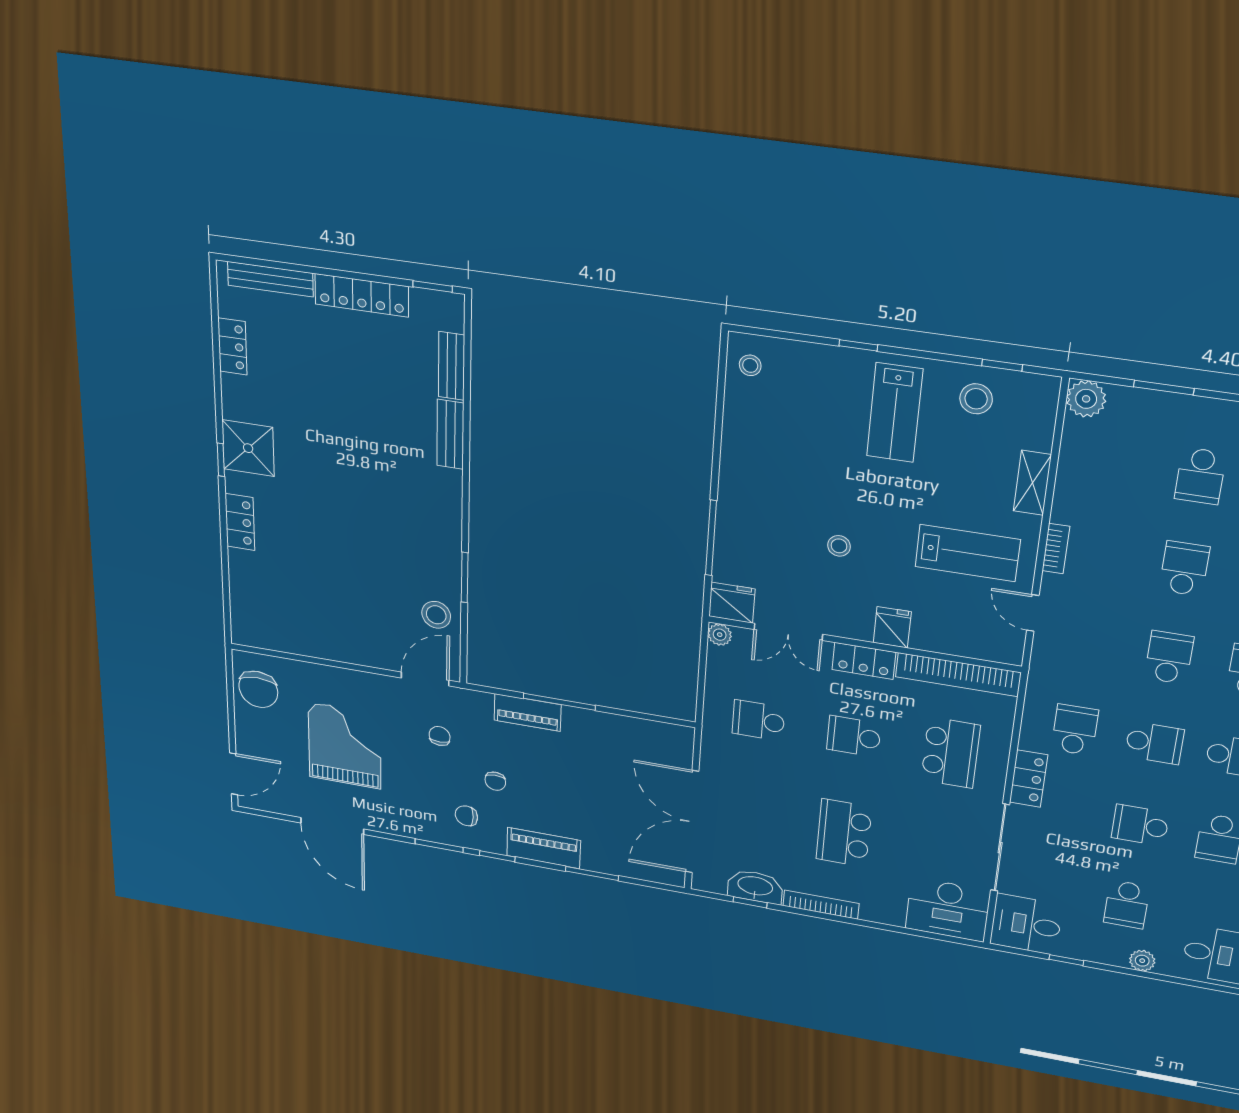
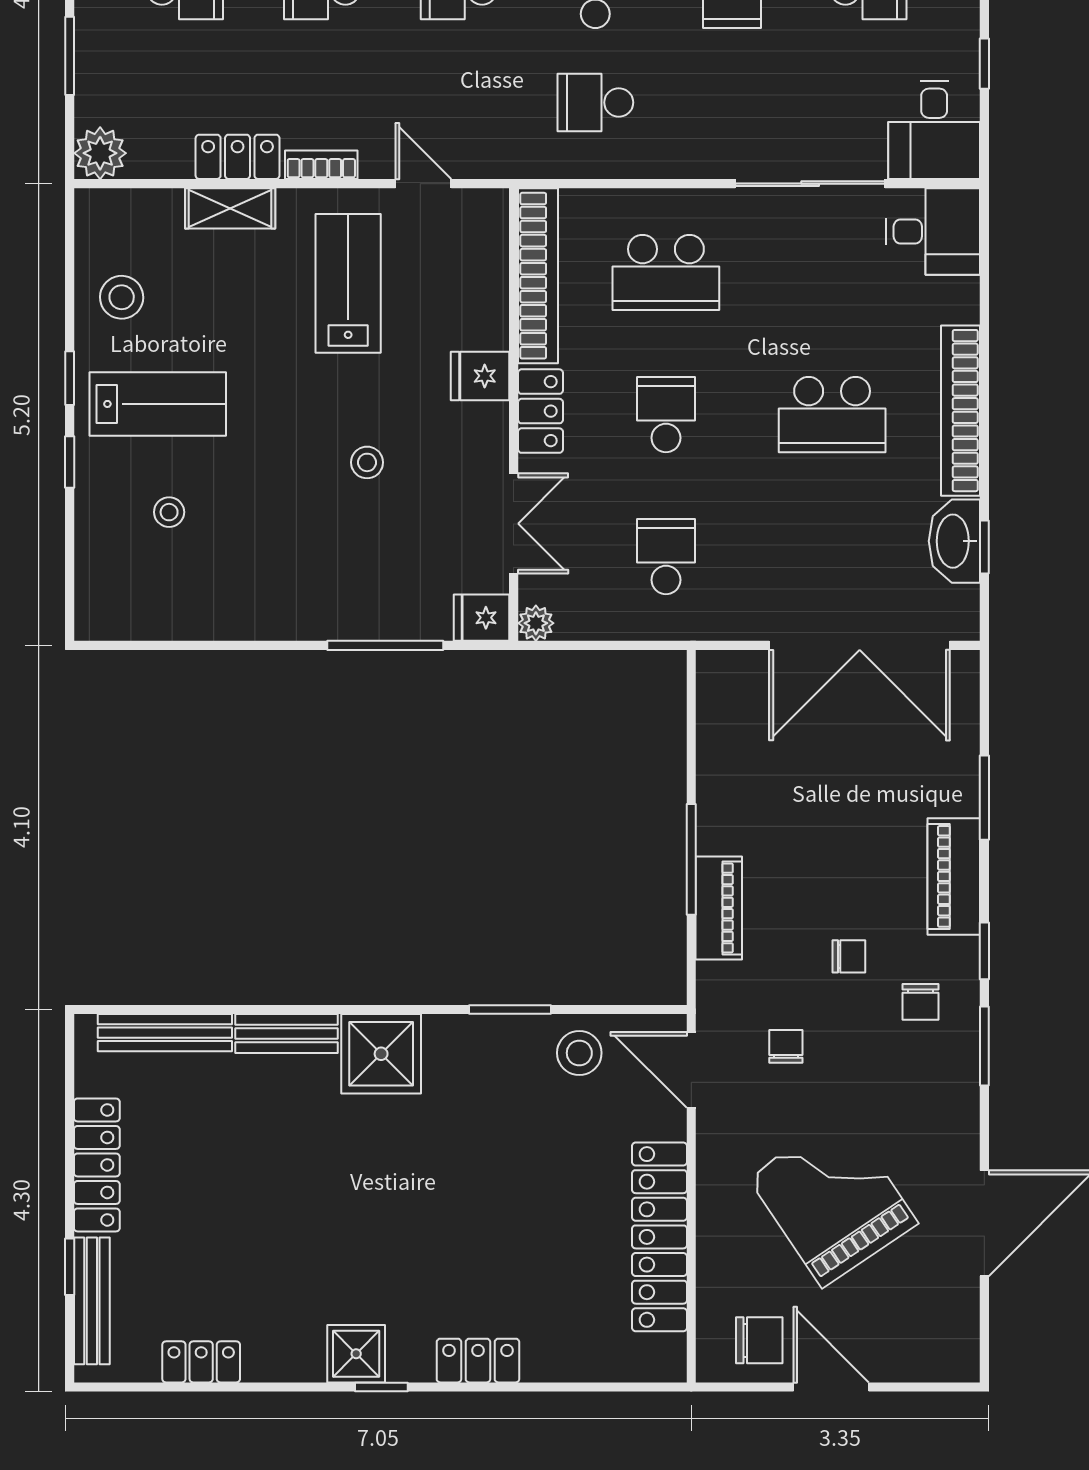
window: (433, 287) -> (70, 1267), moved
stool: (750, 365) -> (169, 512), moved
window: (1002, 365) -> (70, 378), moved
bench: (451, 366) -> (165, 1033), width x1.36
shower: (248, 448) -> (356, 1354), width x0.73, depth x0.73
shower: (436, 493) -> (381, 1054), added
fridge: (732, 603) -> (481, 618), width x0.72
door: (1033, 613) -> (423, 184), swing flipped
locker: (320, 643) -> (659, 1237), added
chair: (258, 689) -> (759, 1340), width x0.73, depth x0.73
school desk: (758, 720) -> (666, 557), turned 180
chair: (440, 736) -> (786, 1046), turned 90
school desk: (854, 736) -> (666, 415), turned 180
grand piano: (345, 746) -> (833, 1200), turned 56
school desk: (951, 753) -> (666, 273), turned 180
door: (234, 774) -> (831, 1387), moved
locker: (1029, 779) -> (238, 157), moved
bookcase: (821, 905) -> (961, 411), width x1.48, depth x1.31
desk: (948, 909) -> (933, 231), width x0.73

